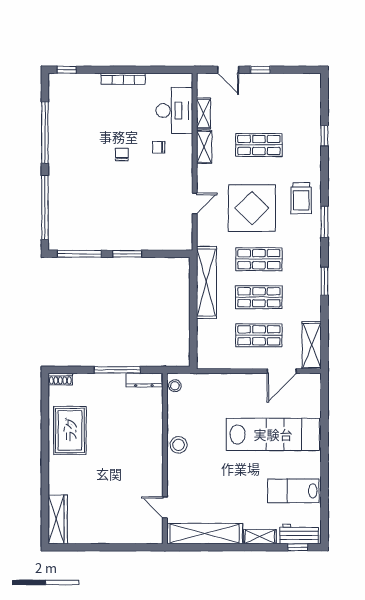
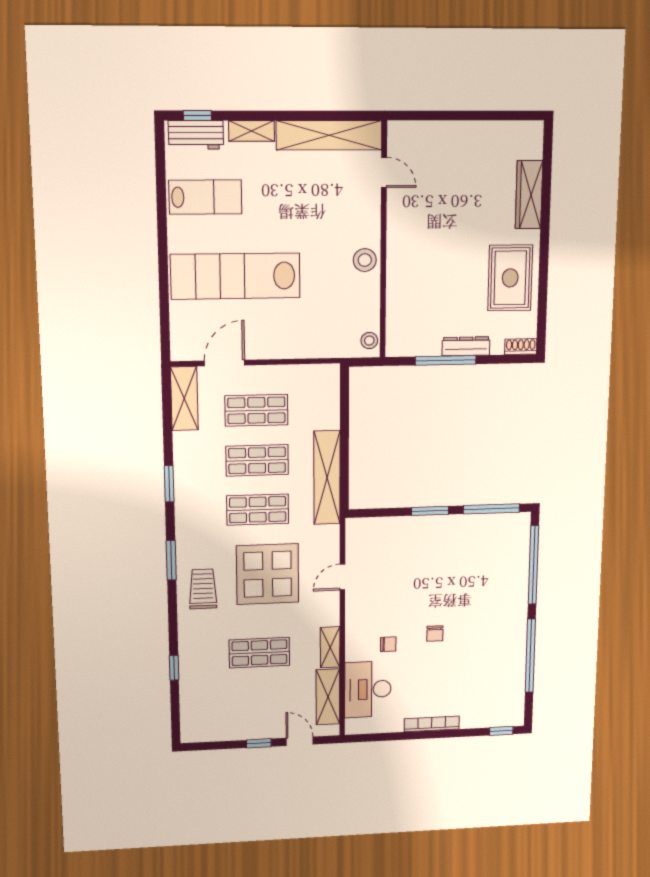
shelving: (203, 114) -> (328, 697), width x1.50, depth x1.33
dresser: (144, 380) -> (466, 346), moved
wardrobe: (58, 519) -> (529, 195), moved

